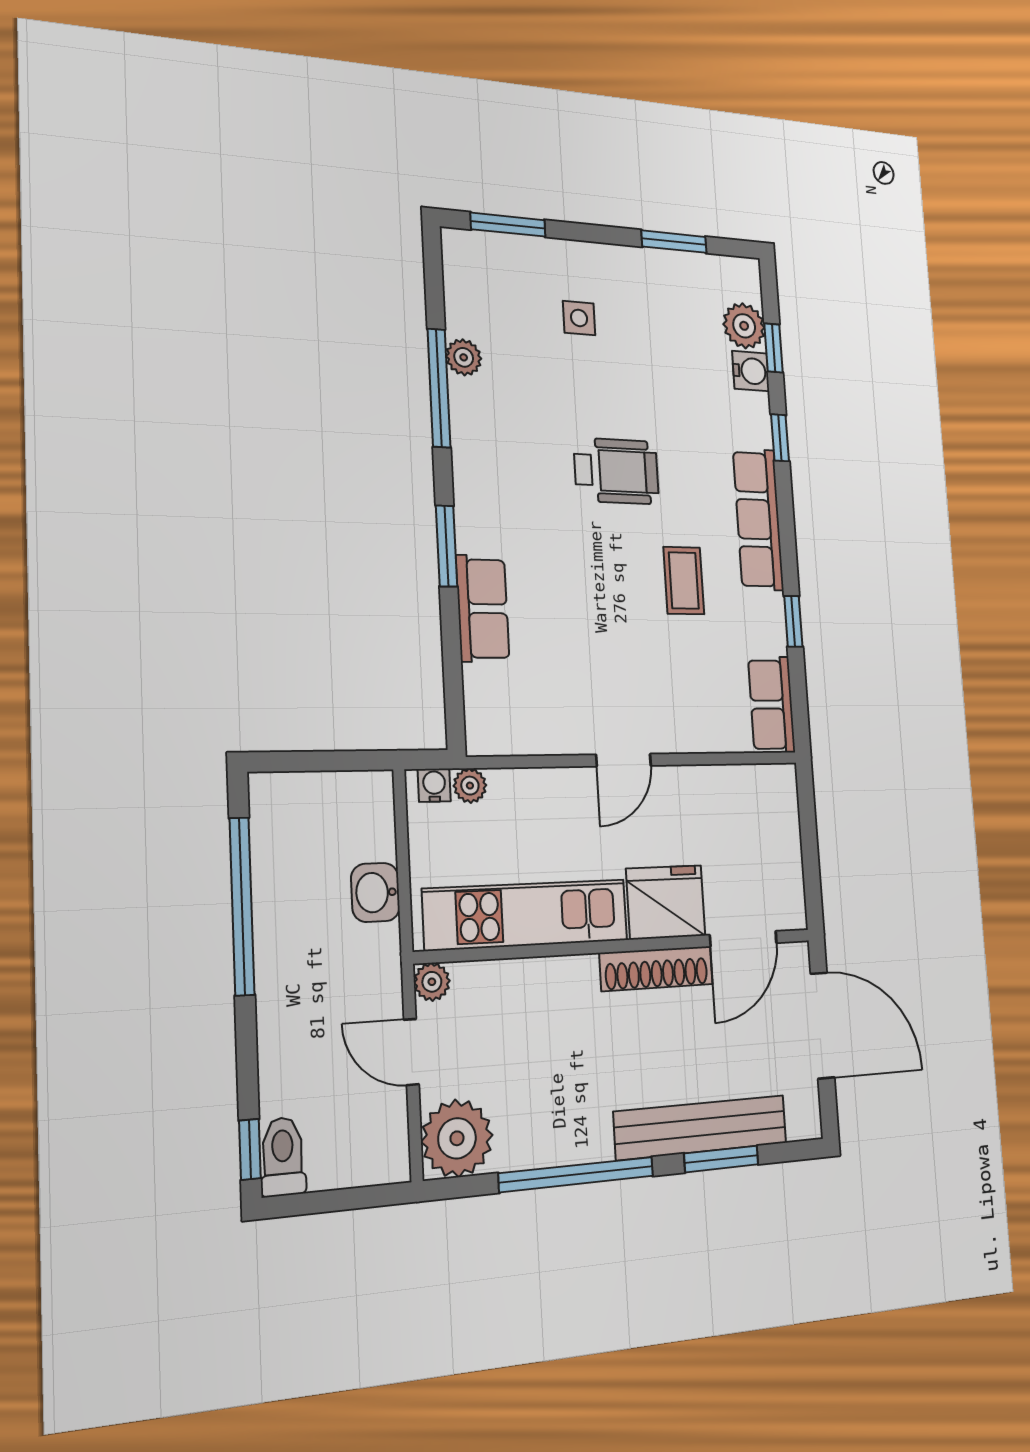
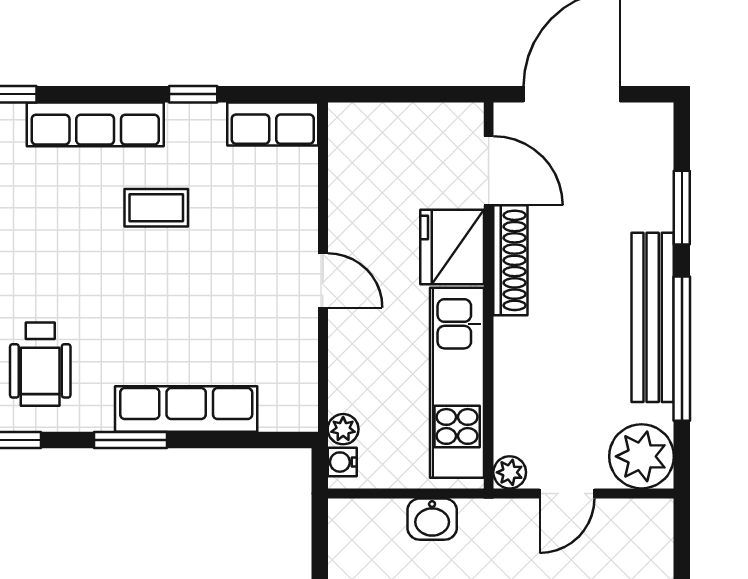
wheelchair: (616, 471) -> (40, 364), moved, turned 180
row of seats: (483, 609) -> (186, 409), width x1.48
bench: (701, 1127) -> (653, 317), moved

